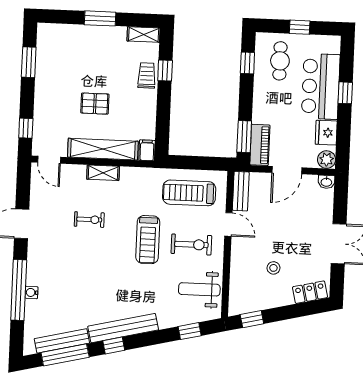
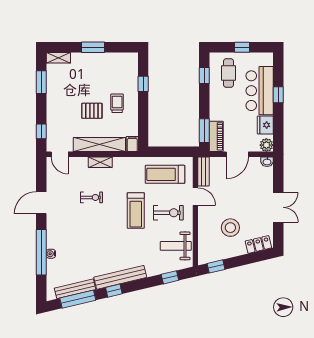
shelving: (144, 34) -> (58, 58), moved
trolley: (147, 75) -> (117, 103), moved
stool: (273, 268) -> (230, 228), width x1.89, depth x1.89

